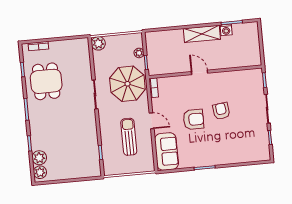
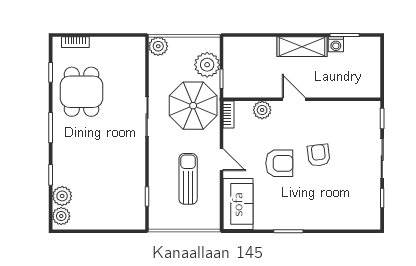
plant: (139, 53) -> (207, 65), width x1.88, depth x1.88
plant: (177, 82) -> (262, 110), added

